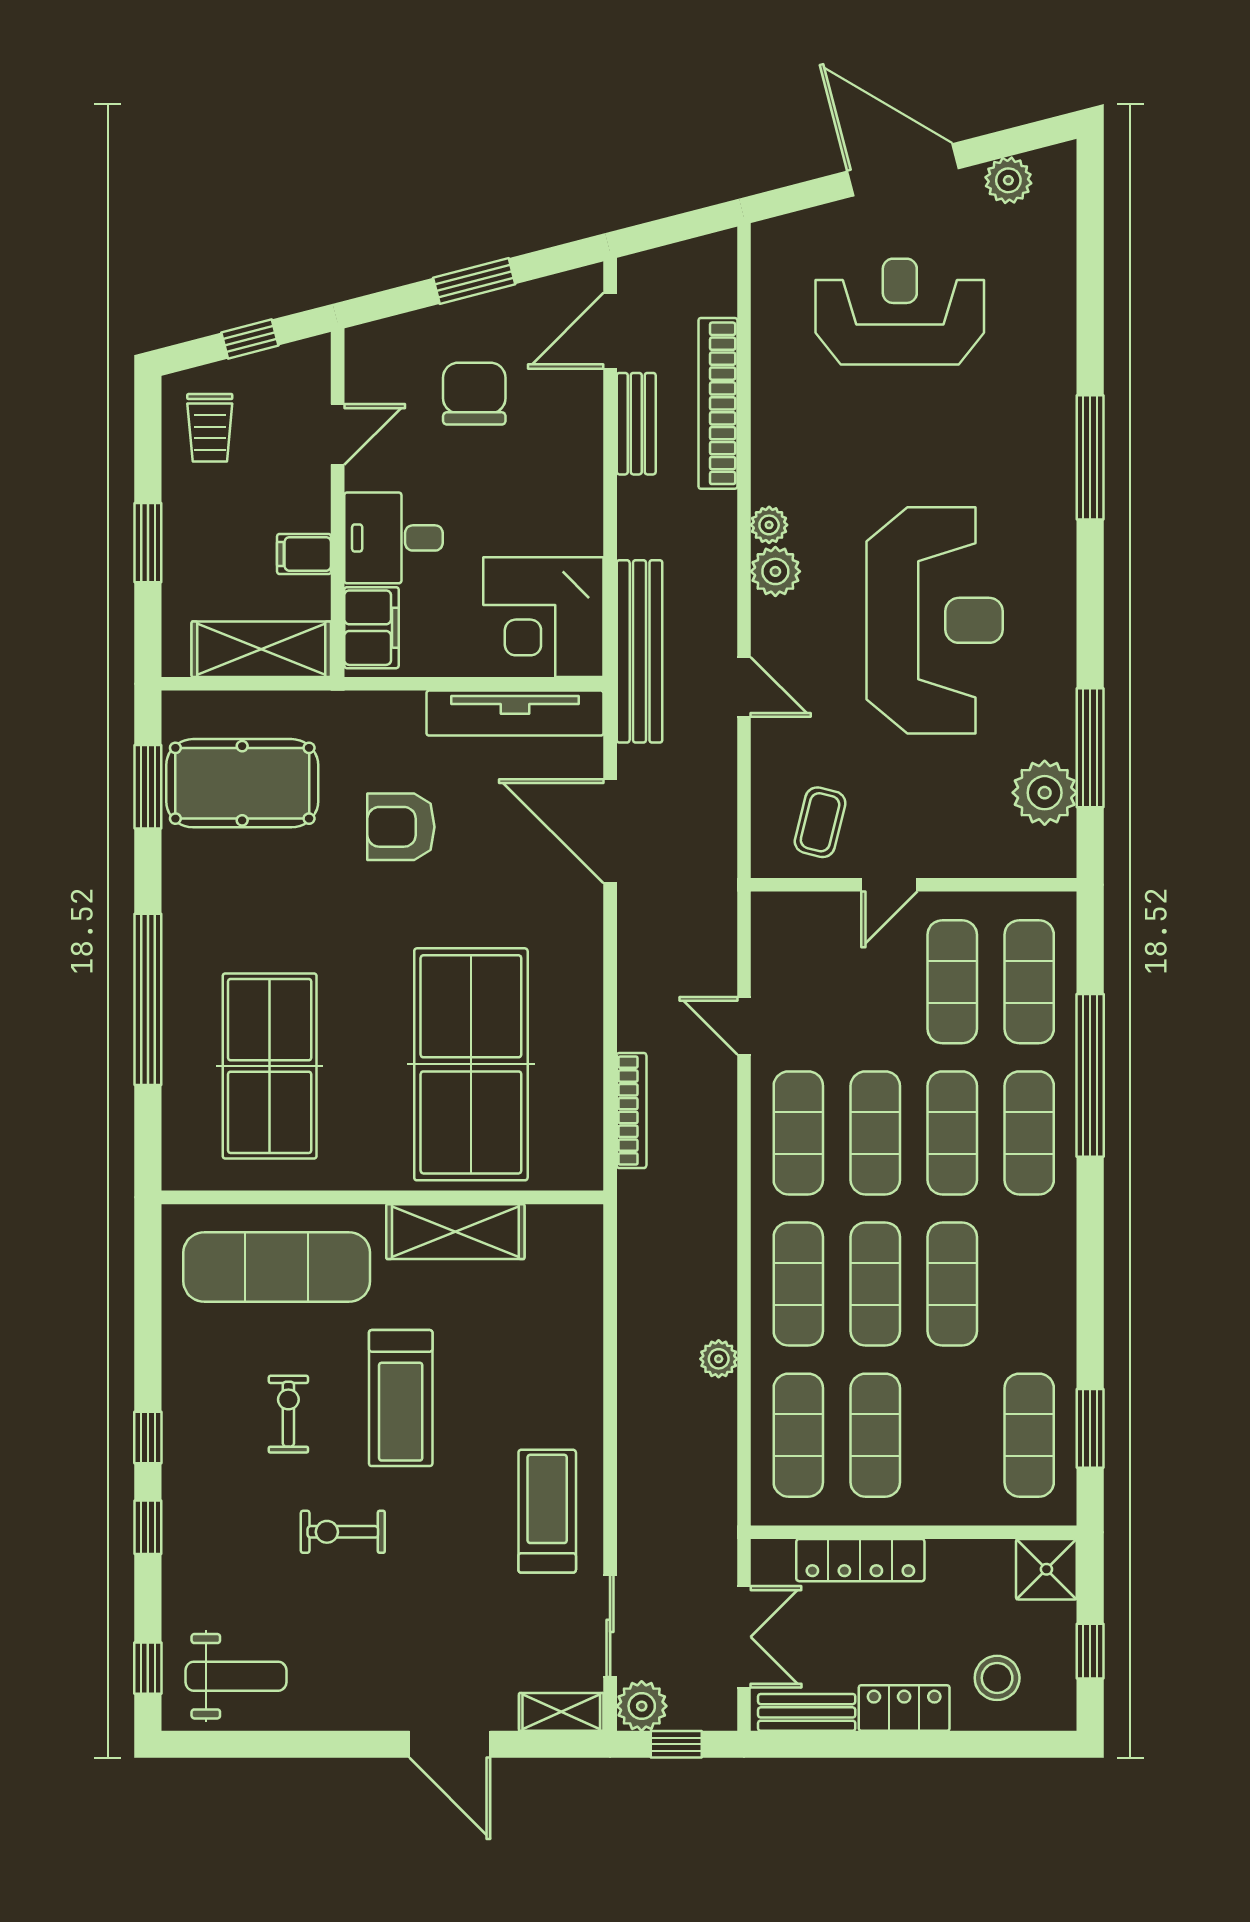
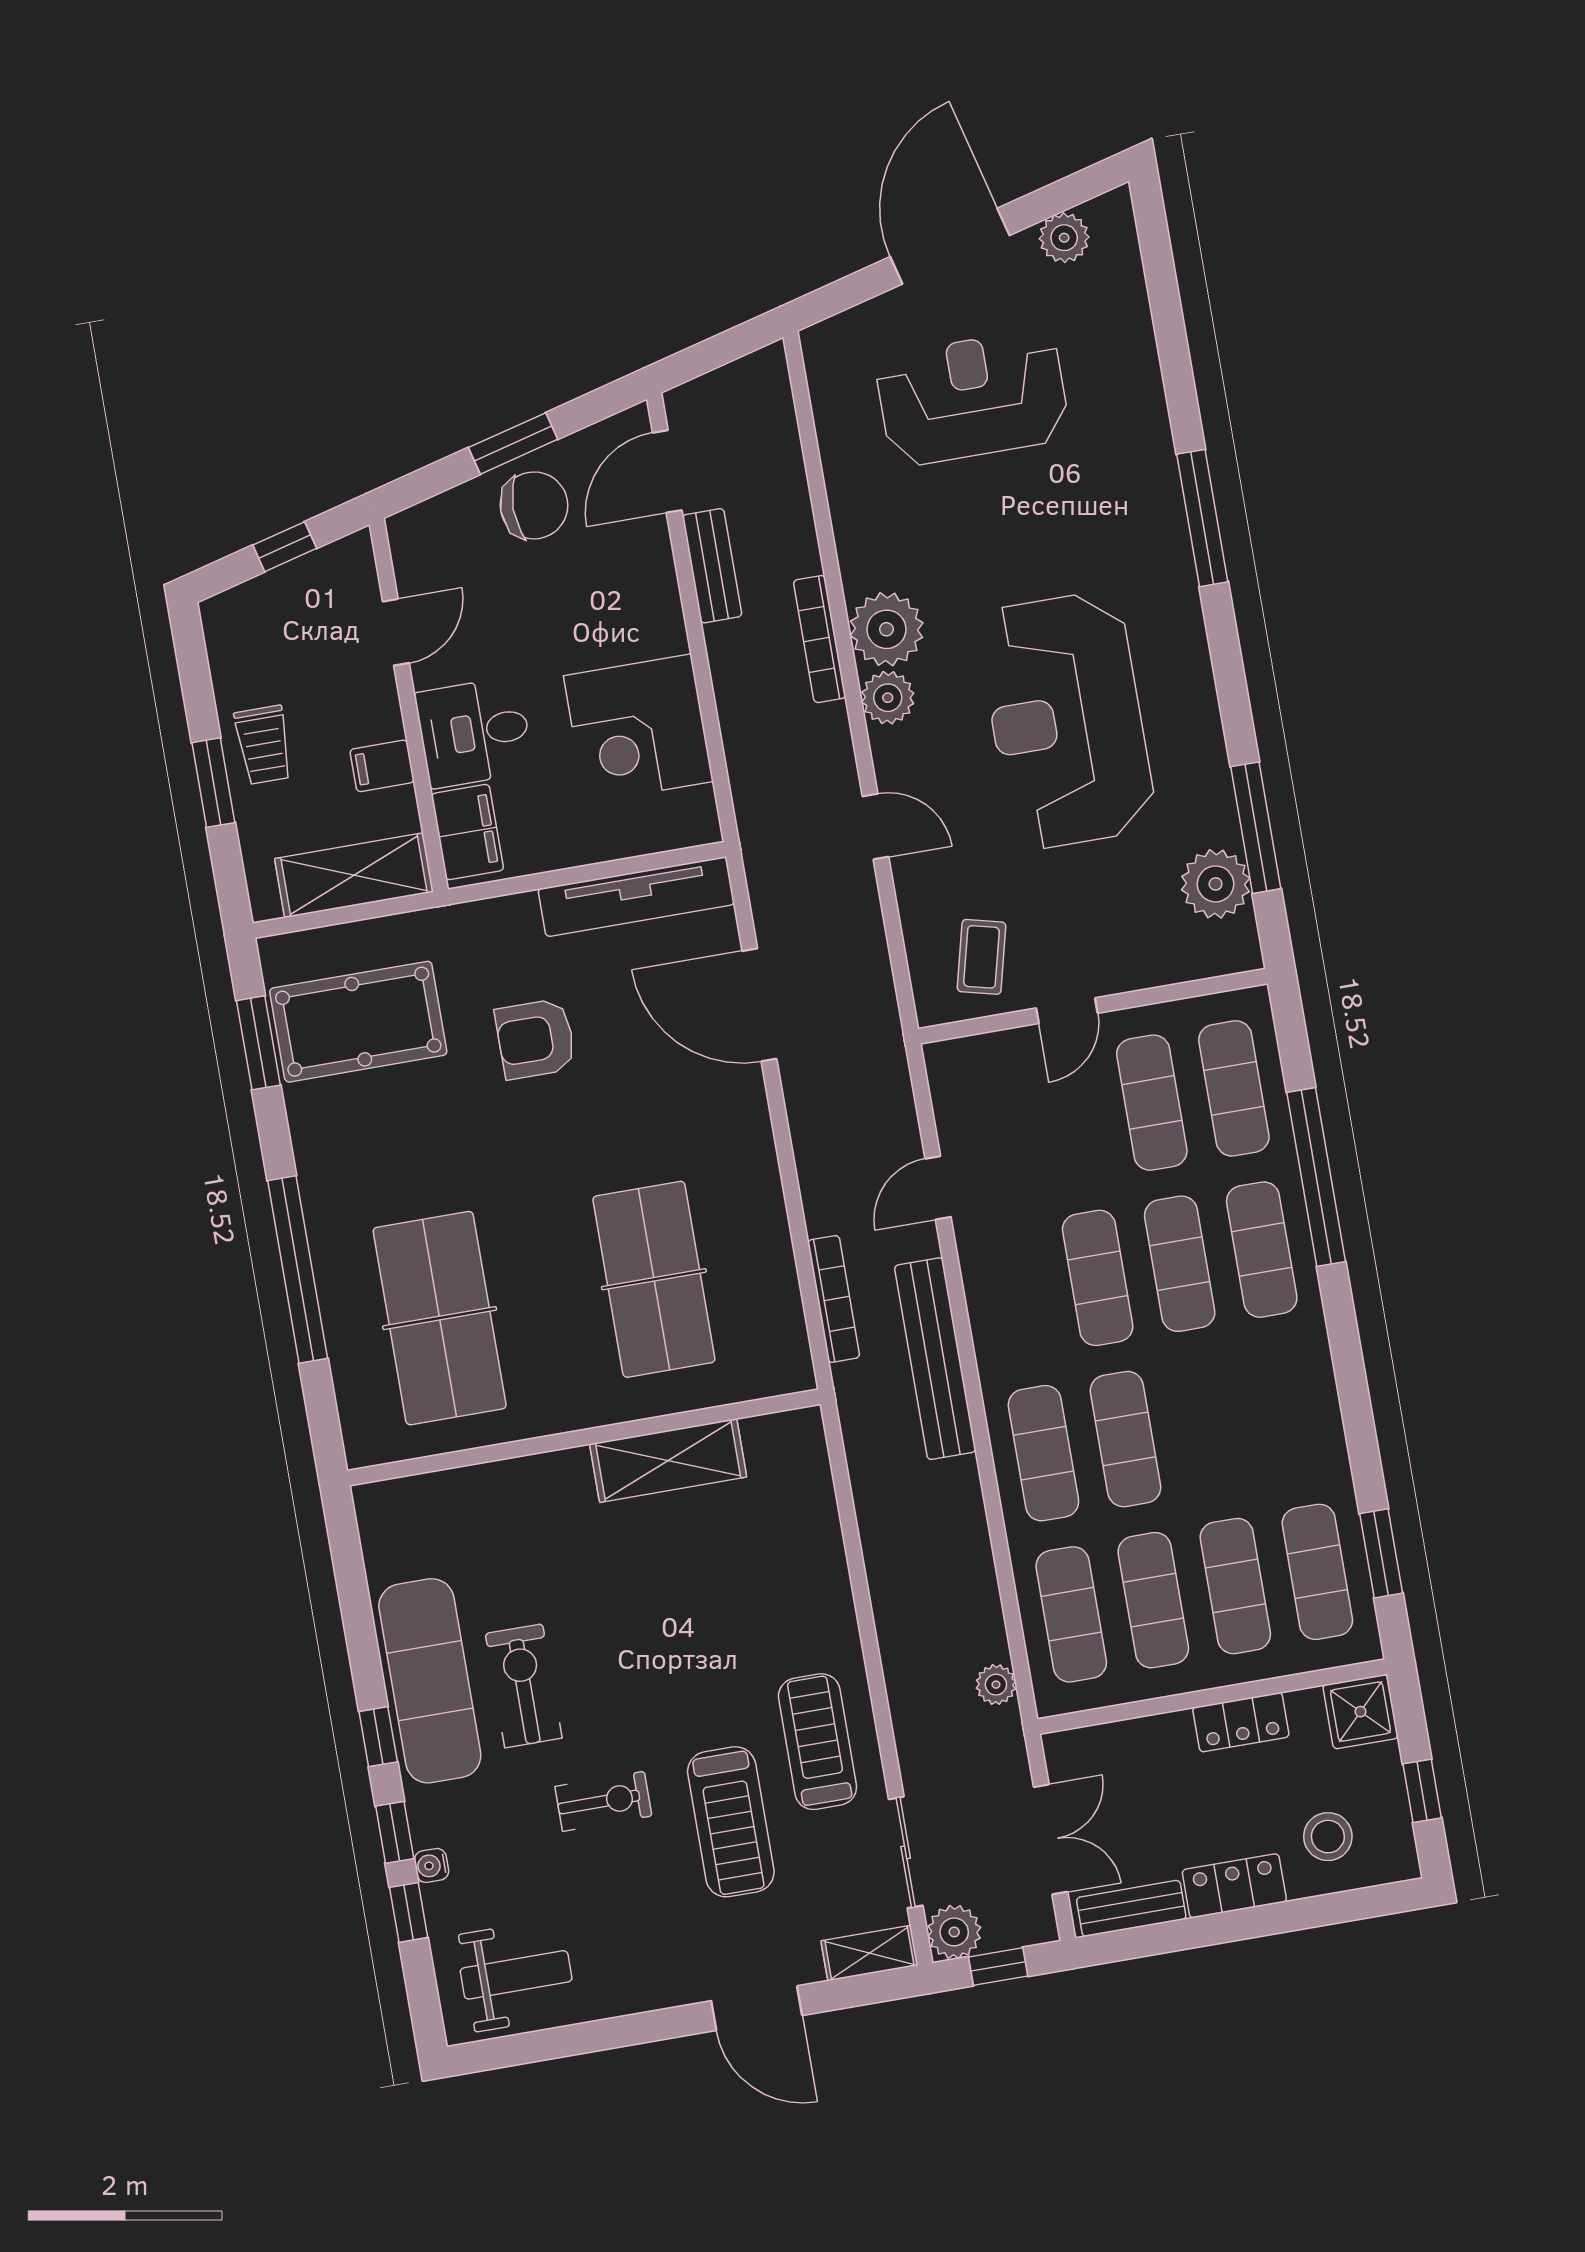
door: (903, 170) -> (950, 246), hinge flipped
chair: (474, 394) -> (534, 505), moved, turned 90
bookcase: (718, 403) -> (820, 639), moved, width x0.68, depth x0.76
trolley: (210, 428) -> (264, 745), moved
plant: (769, 525) -> (886, 629), width x1.87, depth x1.87
corner desk: (543, 617) -> (638, 729), moved
reception desk: (935, 620) -> (1066, 721), turned 180
bench: (640, 651) -> (935, 1359), moved
door: (744, 1026) -> (938, 1188), hinge flipped
table tennis table: (471, 1064) -> (654, 1279), width x0.73, depth x0.76
exercise mat: (798, 1133) -> (1016, 1292), removed
exercise mat: (277, 1267) -> (430, 1681), moved, turned 90
exercise mat: (952, 1284) -> (1235, 1586), moved
plant: (719, 1359) -> (996, 1685), moved
treadmill: (401, 1398) -> (731, 1822), moved
exercise bike: (288, 1414) -> (524, 1686), width x1.38, depth x1.39
exercise bike: (343, 1532) -> (603, 1801), turned 180
locker: (860, 1560) -> (1241, 1722), moved, width x0.66
water cooler: (176, 1563) -> (431, 1865), added
window: (148, 1668) -> (409, 1912), moved

